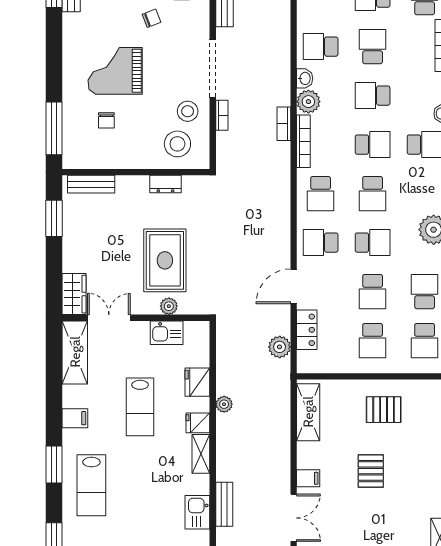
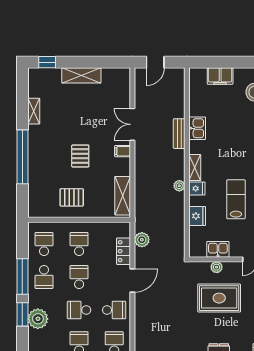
rug: (165, 260) -> (219, 298), turned 90
plant: (224, 404) -> (179, 186), moved

